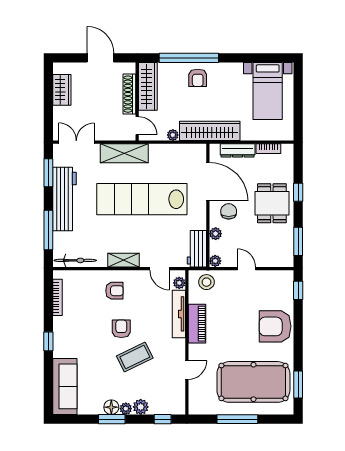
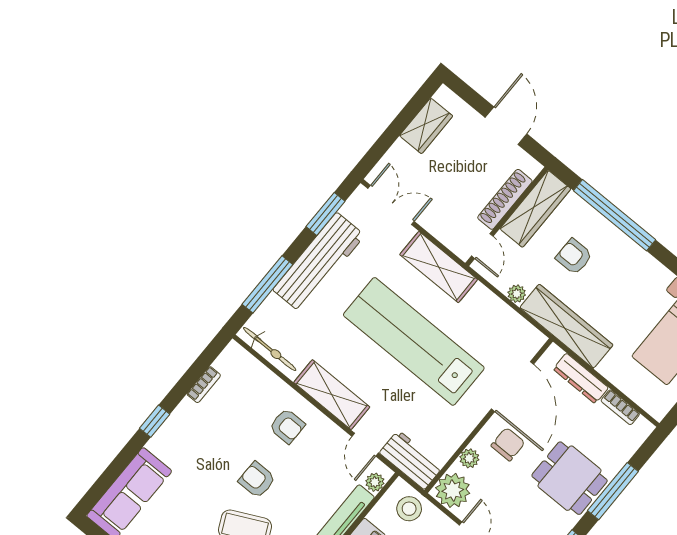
armchair: (198, 78) -> (574, 257), moved, turned 90
window: (298, 192) -> (613, 491), width x2.17
dining table: (272, 203) -> (570, 478), turned 90
workbench: (197, 249) -> (411, 460), moved, turned 90
shelving: (124, 260) -> (332, 395), width x1.50, depth x1.33
plant: (215, 261) -> (453, 490), width x1.88, depth x1.88
bookcase: (58, 297) -> (204, 385), width x0.64
armchair: (121, 329) -> (257, 480), turned -90

